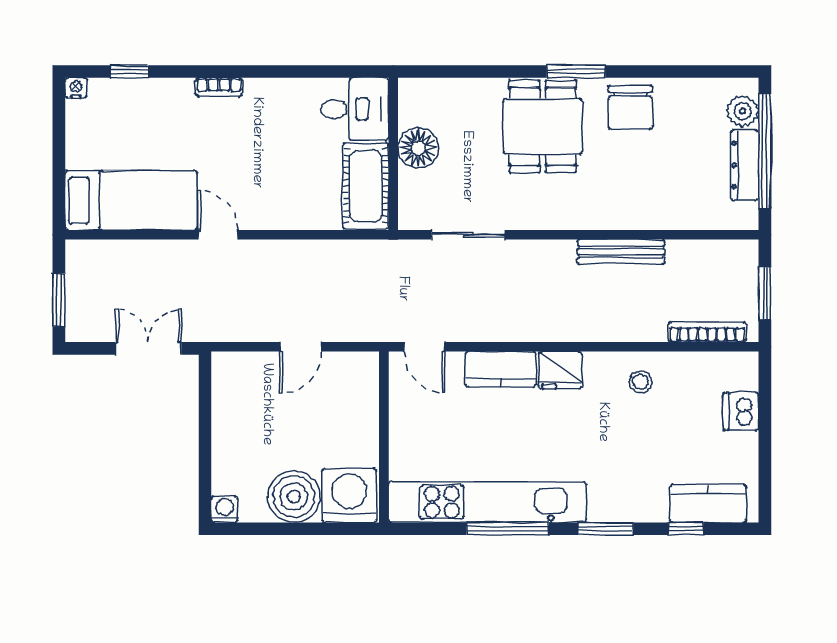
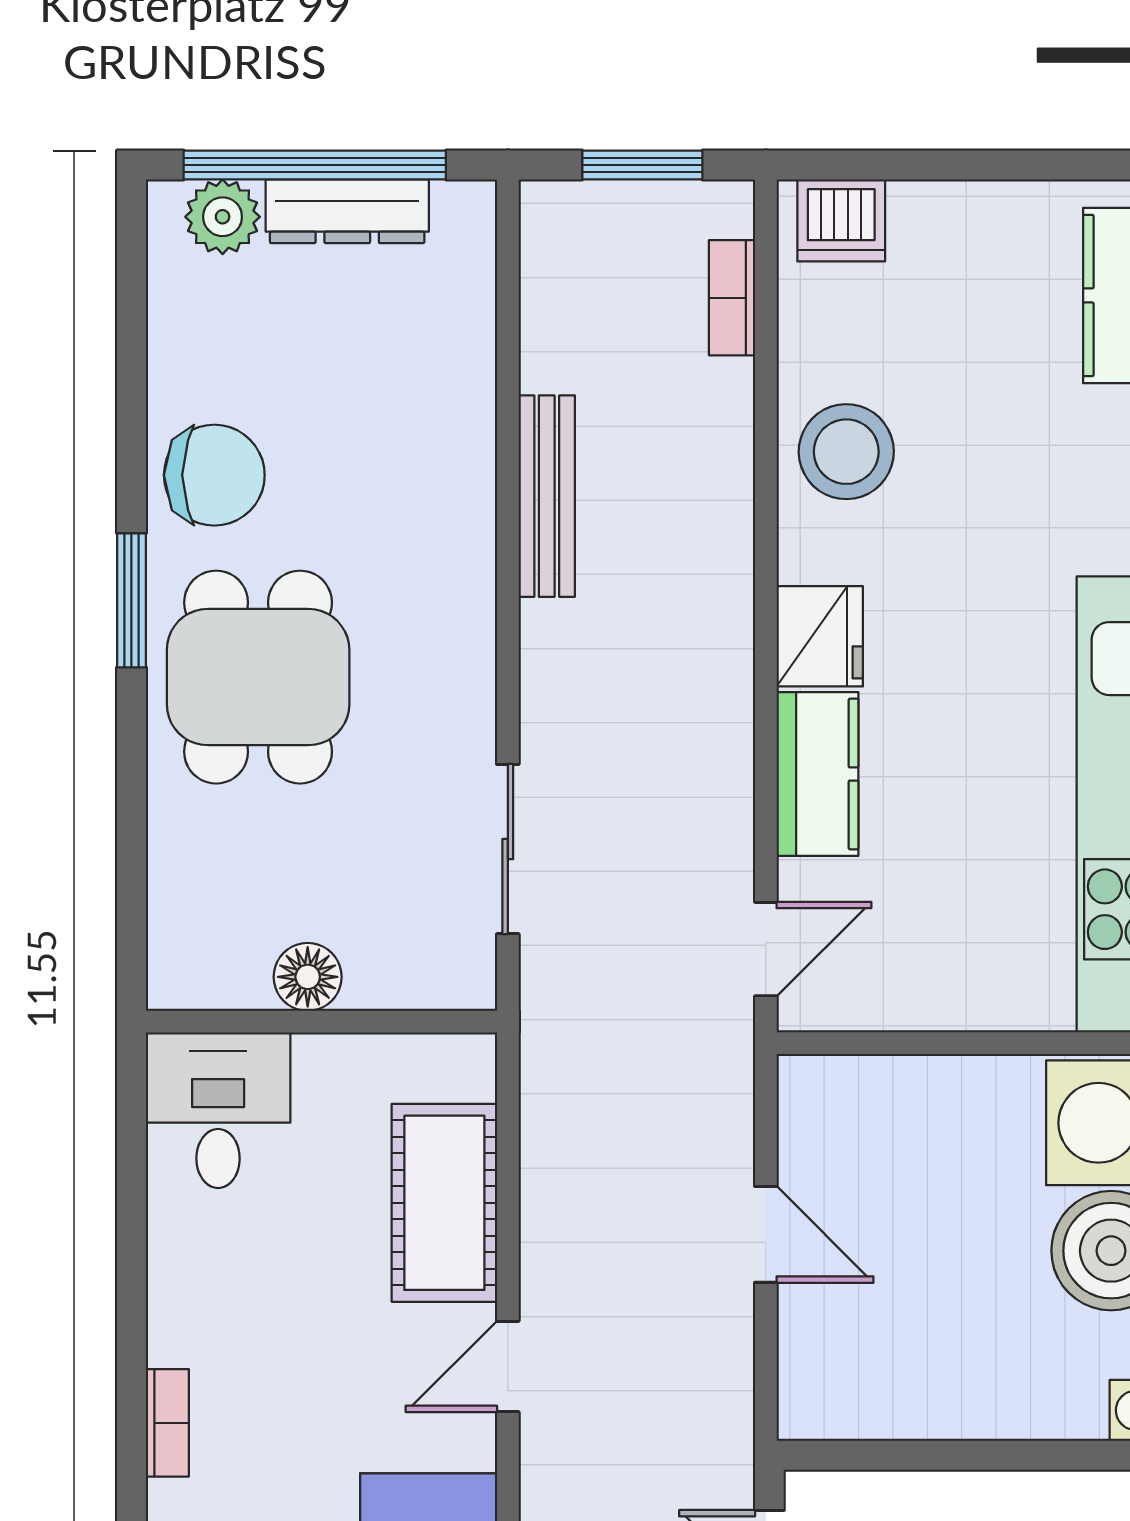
dining table: (543, 126) -> (258, 677), turned 90
floor lamp: (418, 148) -> (308, 977), width x0.73, depth x0.73
cot: (366, 186) -> (444, 1203), moved, turned 90
door: (218, 235) -> (508, 1366), moved
bookcase: (707, 332) -> (732, 298), width x0.64
stool: (640, 382) -> (846, 452), width x1.89, depth x1.89
dishwasher: (741, 411) -> (841, 220), moved

